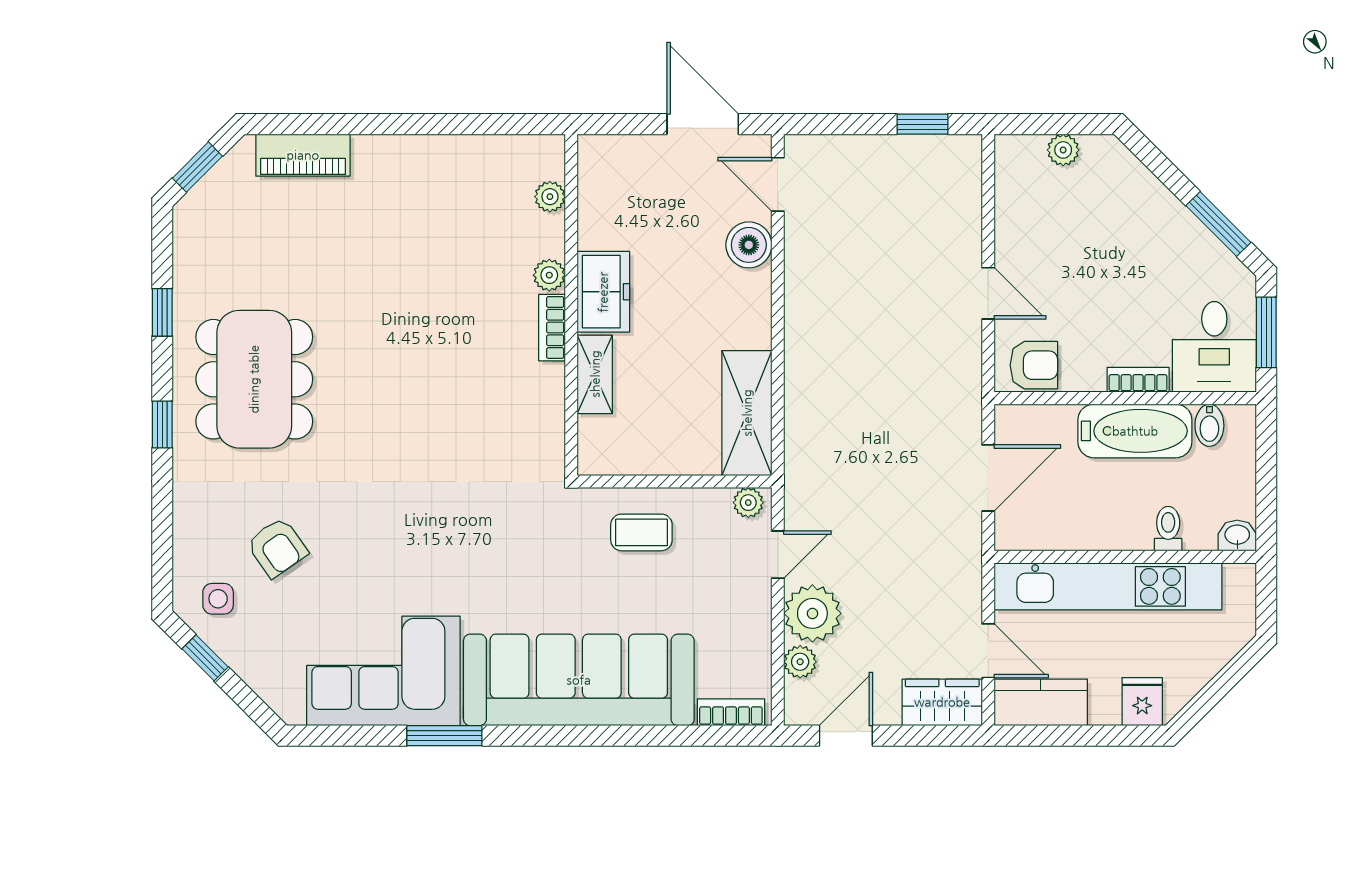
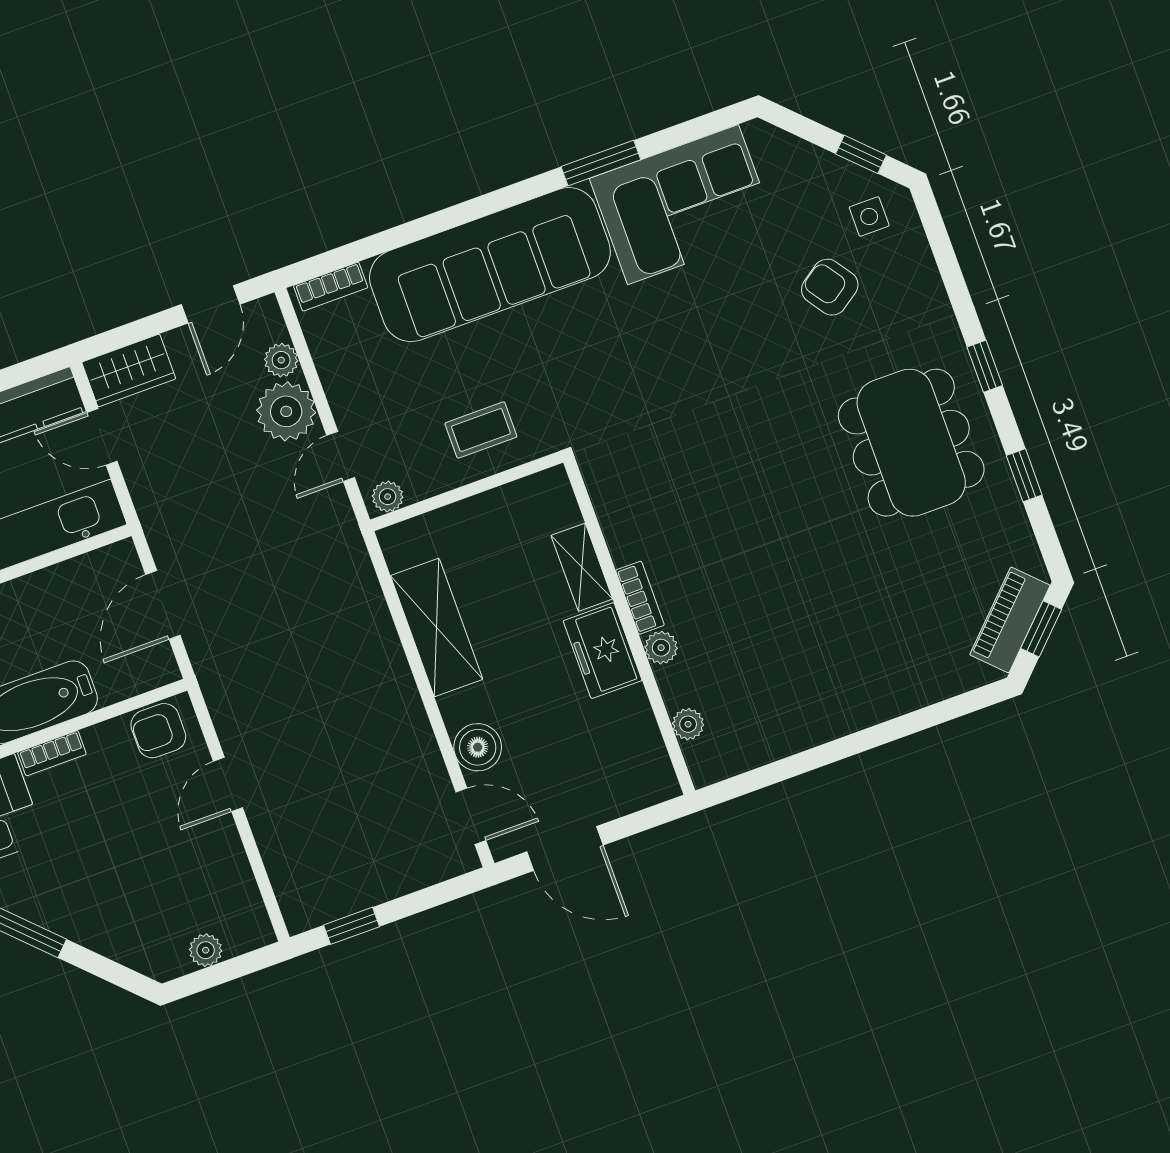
piano: (303, 155) -> (1010, 620), moved, turned -45
door: (988, 293) -> (228, 784), hinge flipped
shelving: (747, 413) -> (437, 628), moved

